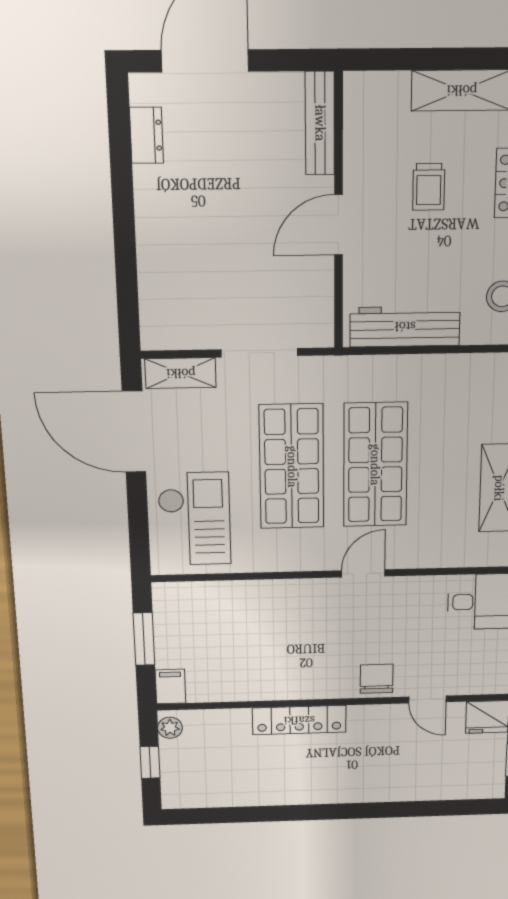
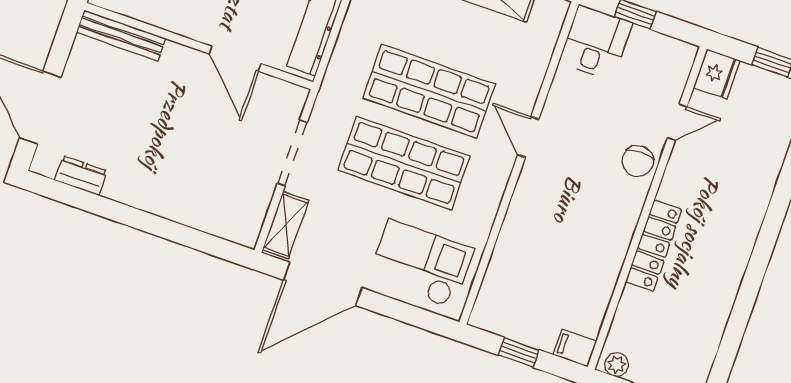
door: (338, 225) -> (235, 59), moved
window: (144, 639) -> (519, 352), width x0.67
chair: (377, 679) -> (638, 161), turned -91

